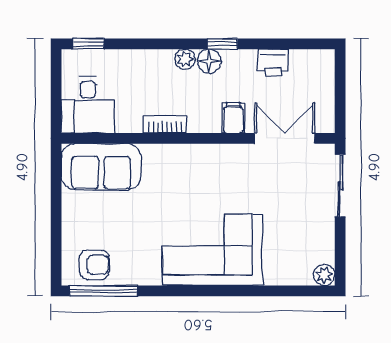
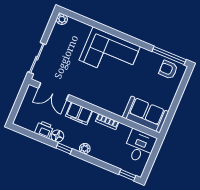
floor lamp: (209, 61) -> (57, 136), moved
filing cabinet: (233, 118) -> (79, 114), width x2.00

